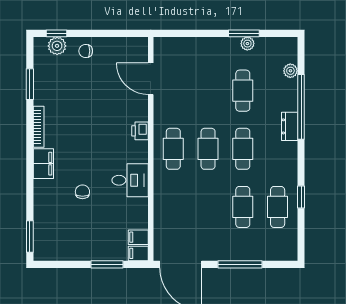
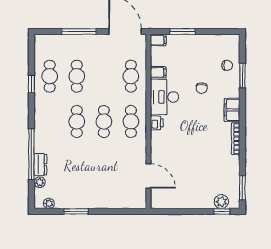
plant: (247, 44) -> (49, 203), moved
chair: (86, 51) -> (227, 65), moved
window: (30, 84) -> (242, 188), moved
cafe table: (243, 91) -> (131, 76), moved
dresser: (290, 126) -> (40, 165), moved
printer: (140, 131) -> (157, 123), moved
desk: (130, 180) -> (165, 97), width x1.37
window: (30, 237) -> (242, 76), moved
filing cabinet: (138, 237) -> (158, 72), moved

